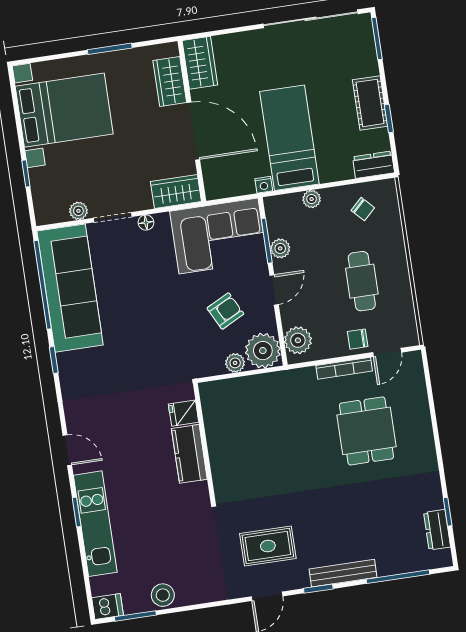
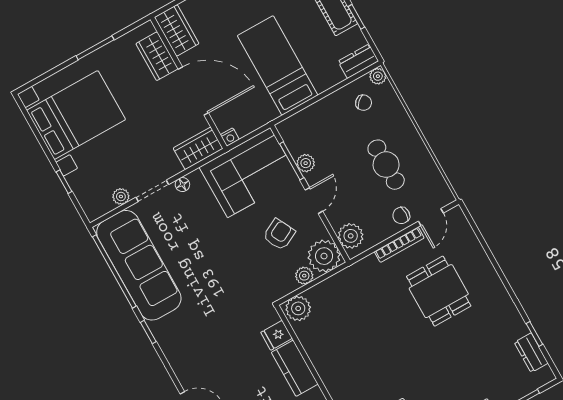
nightstand: (264, 185) -> (230, 137), moved
plant: (312, 199) -> (378, 76), moved
plant: (216, 394) -> (298, 308), added

